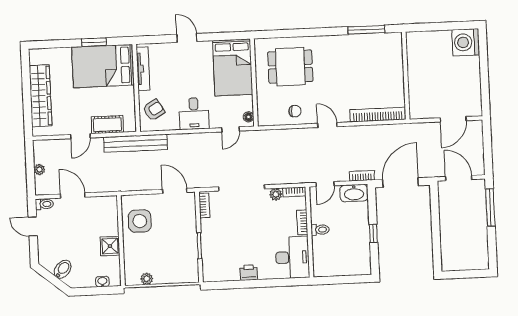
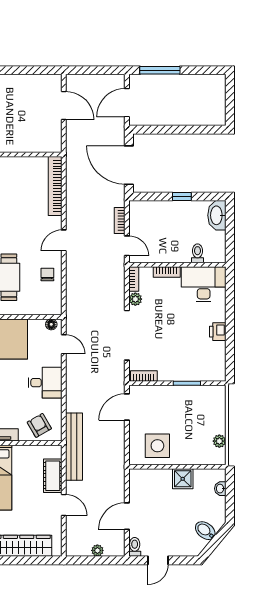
bookcase: (362, 176) -> (120, 220), moved
washbasin: (354, 193) -> (217, 215), moved, turned 180
toilet: (320, 230) -> (197, 253), moved

